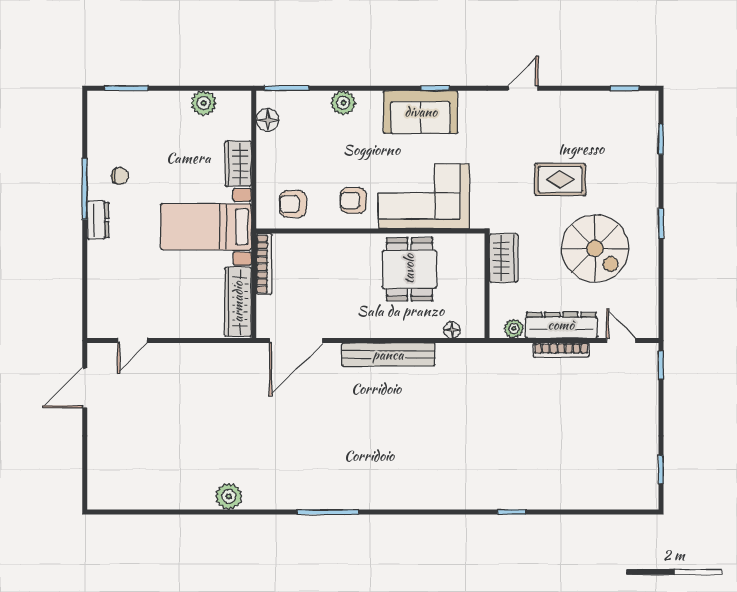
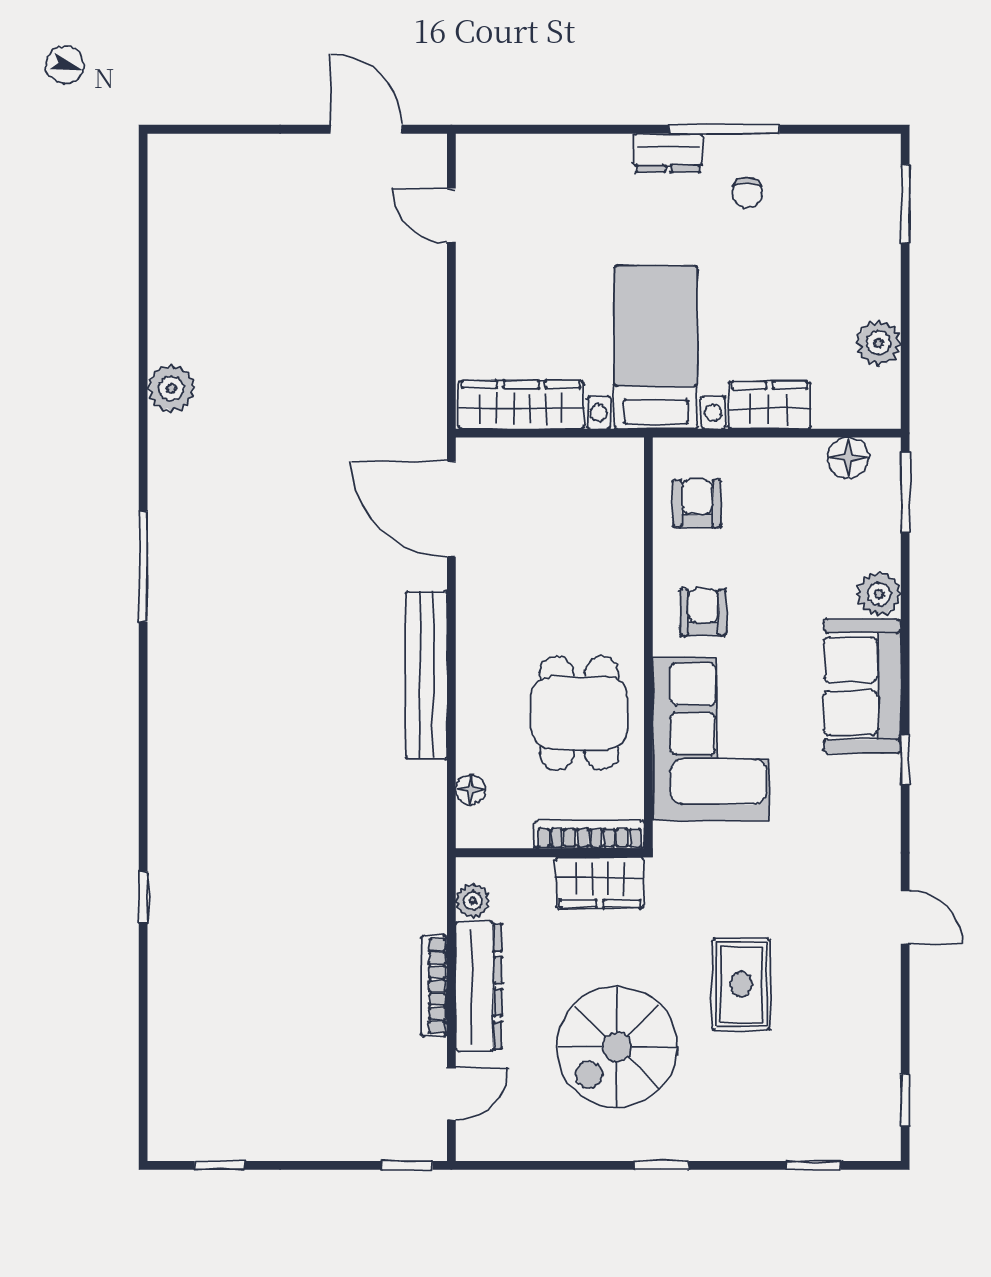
sofa: (421, 112) -> (862, 686), moved
bookcase: (264, 264) -> (589, 835), moved, turned 180
dining table: (409, 269) -> (579, 713), turned 90

